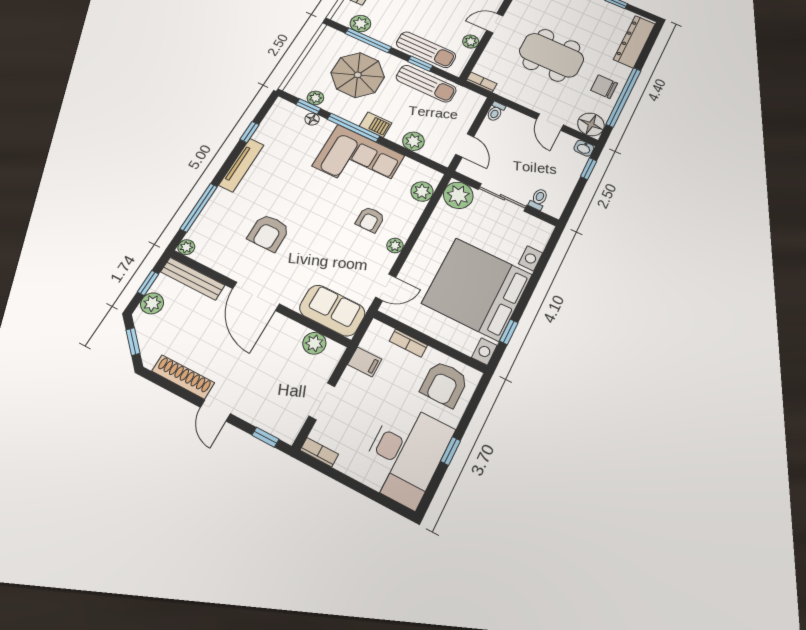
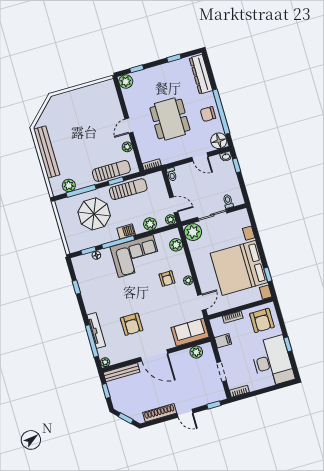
dining table: (551, 55) -> (170, 119), turned 90
plant: (315, 98) -> (170, 220), moved
tv unit: (241, 165) -> (96, 331), moved
plant: (152, 303) -> (117, 397), removed

